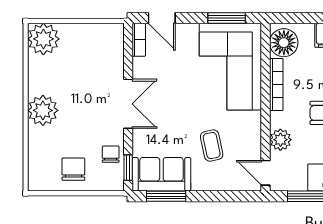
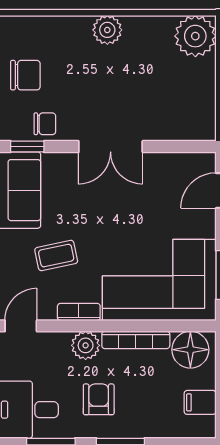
bookcase: (139, 40) -> (79, 312), moved, turned 180
plant: (43, 110) -> (107, 30), width x0.73, depth x0.73
plant: (280, 140) -> (86, 345), moved

